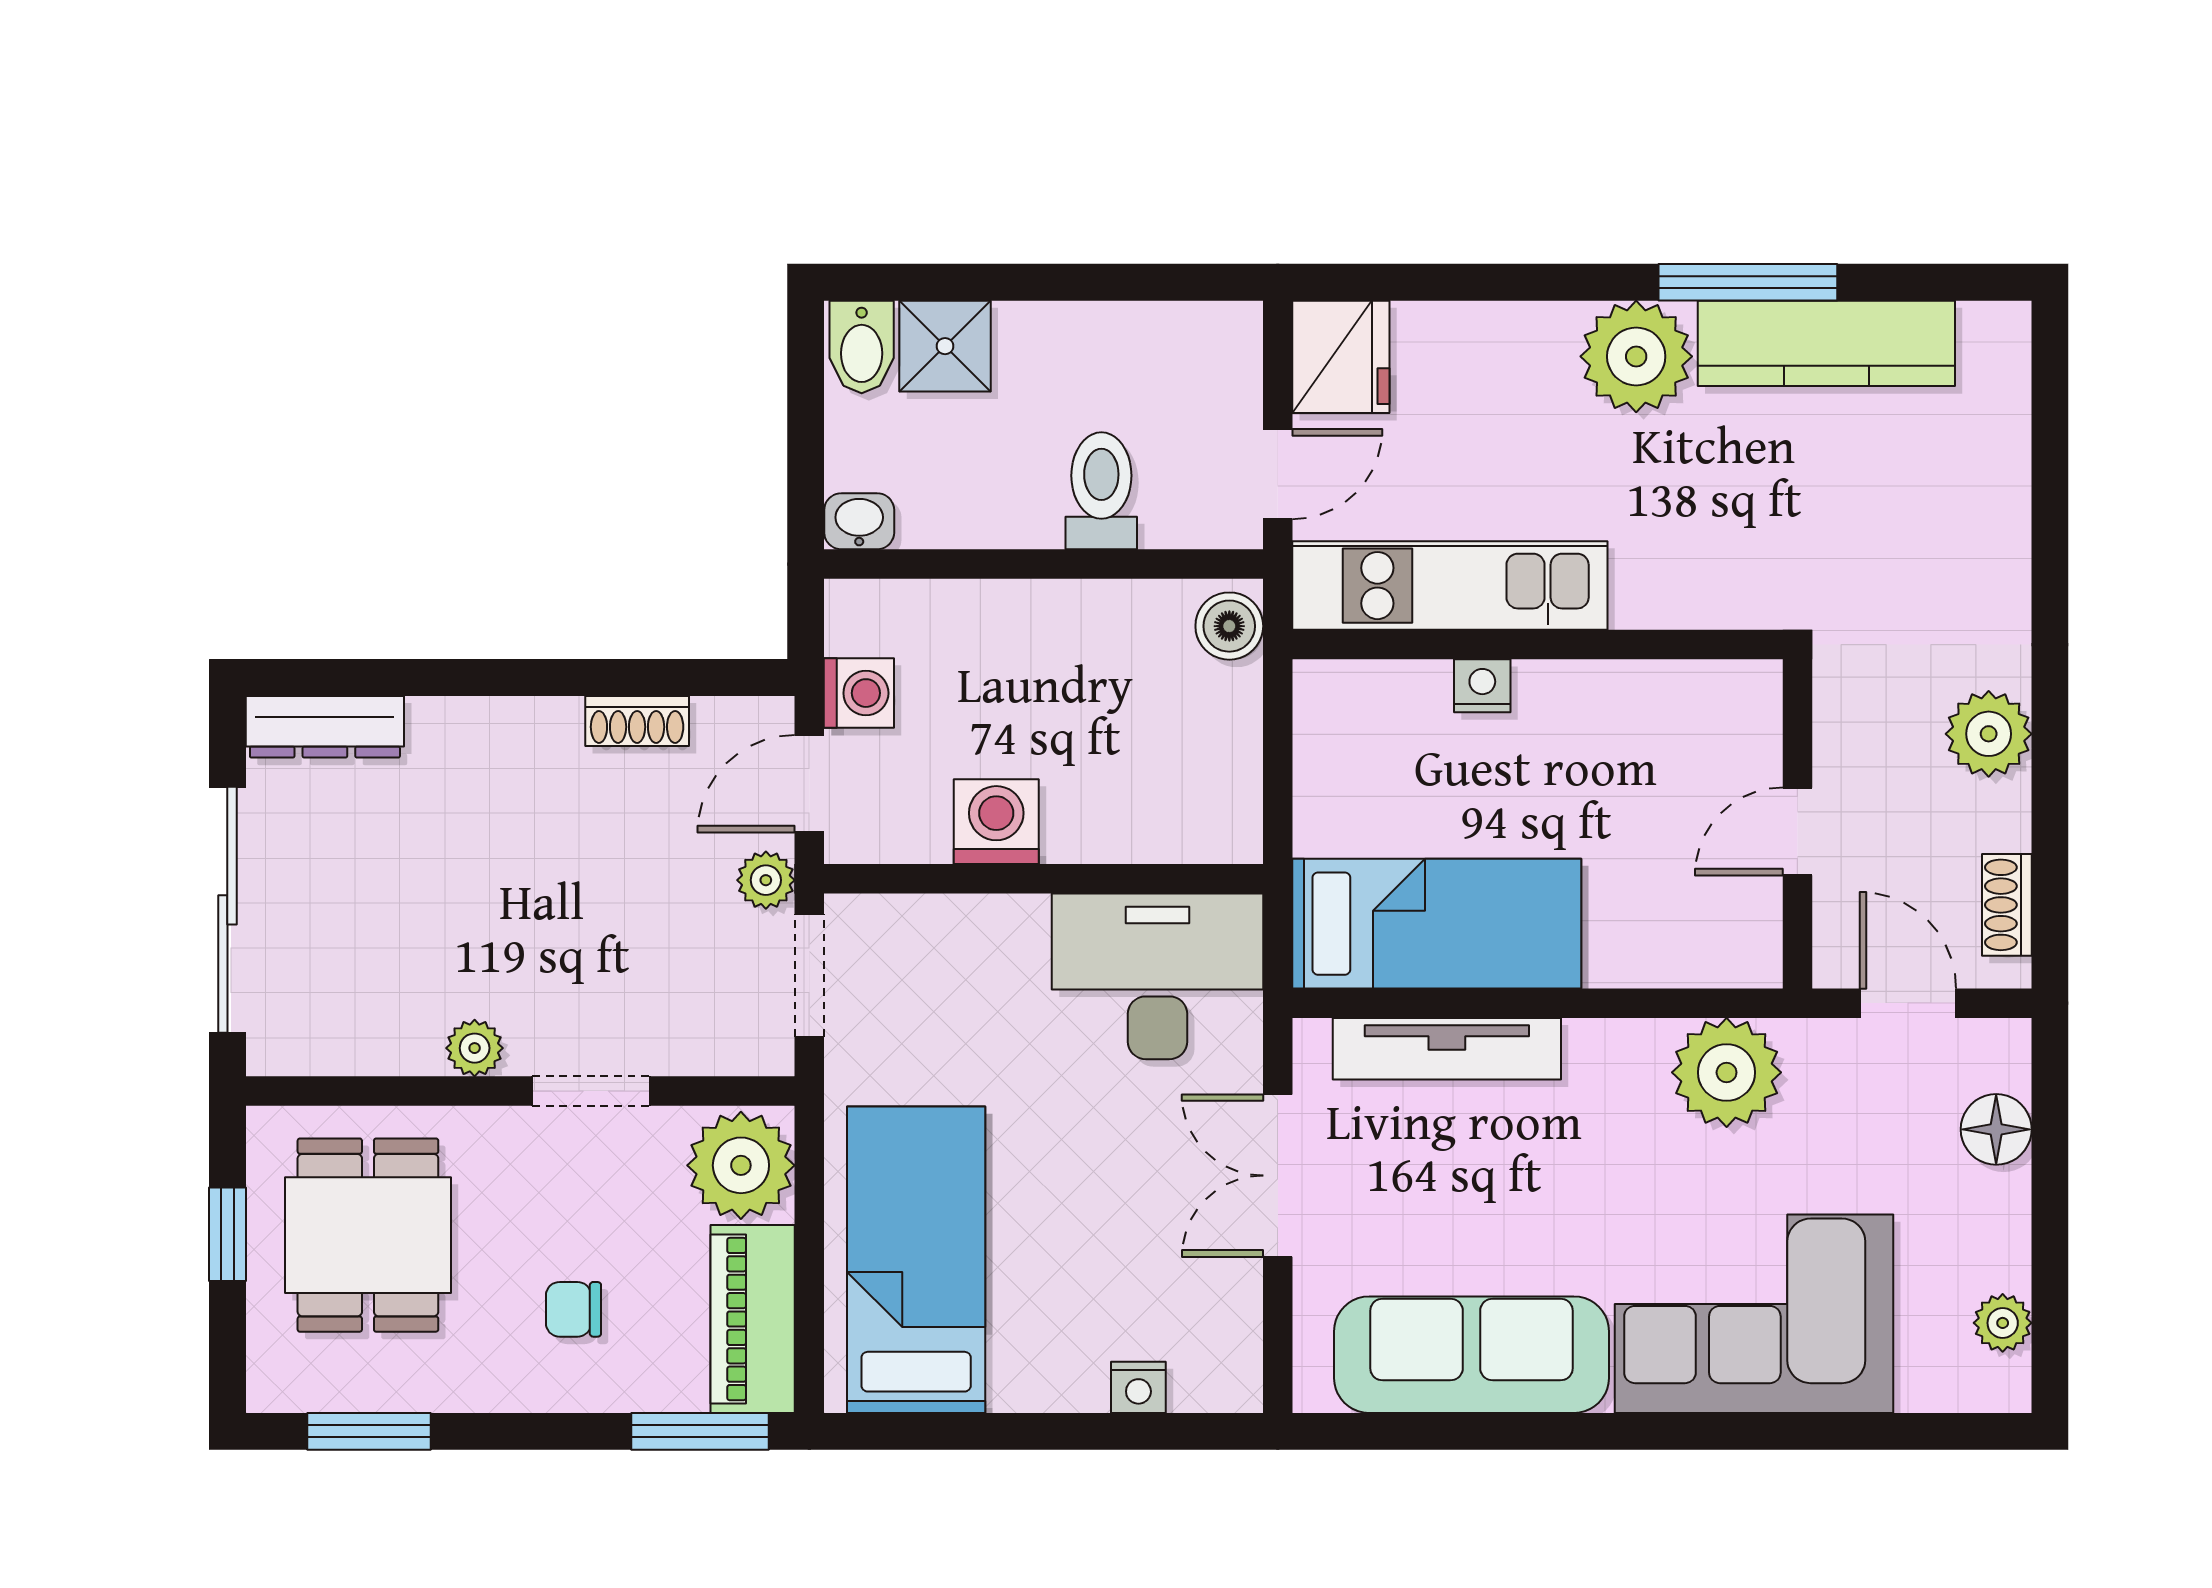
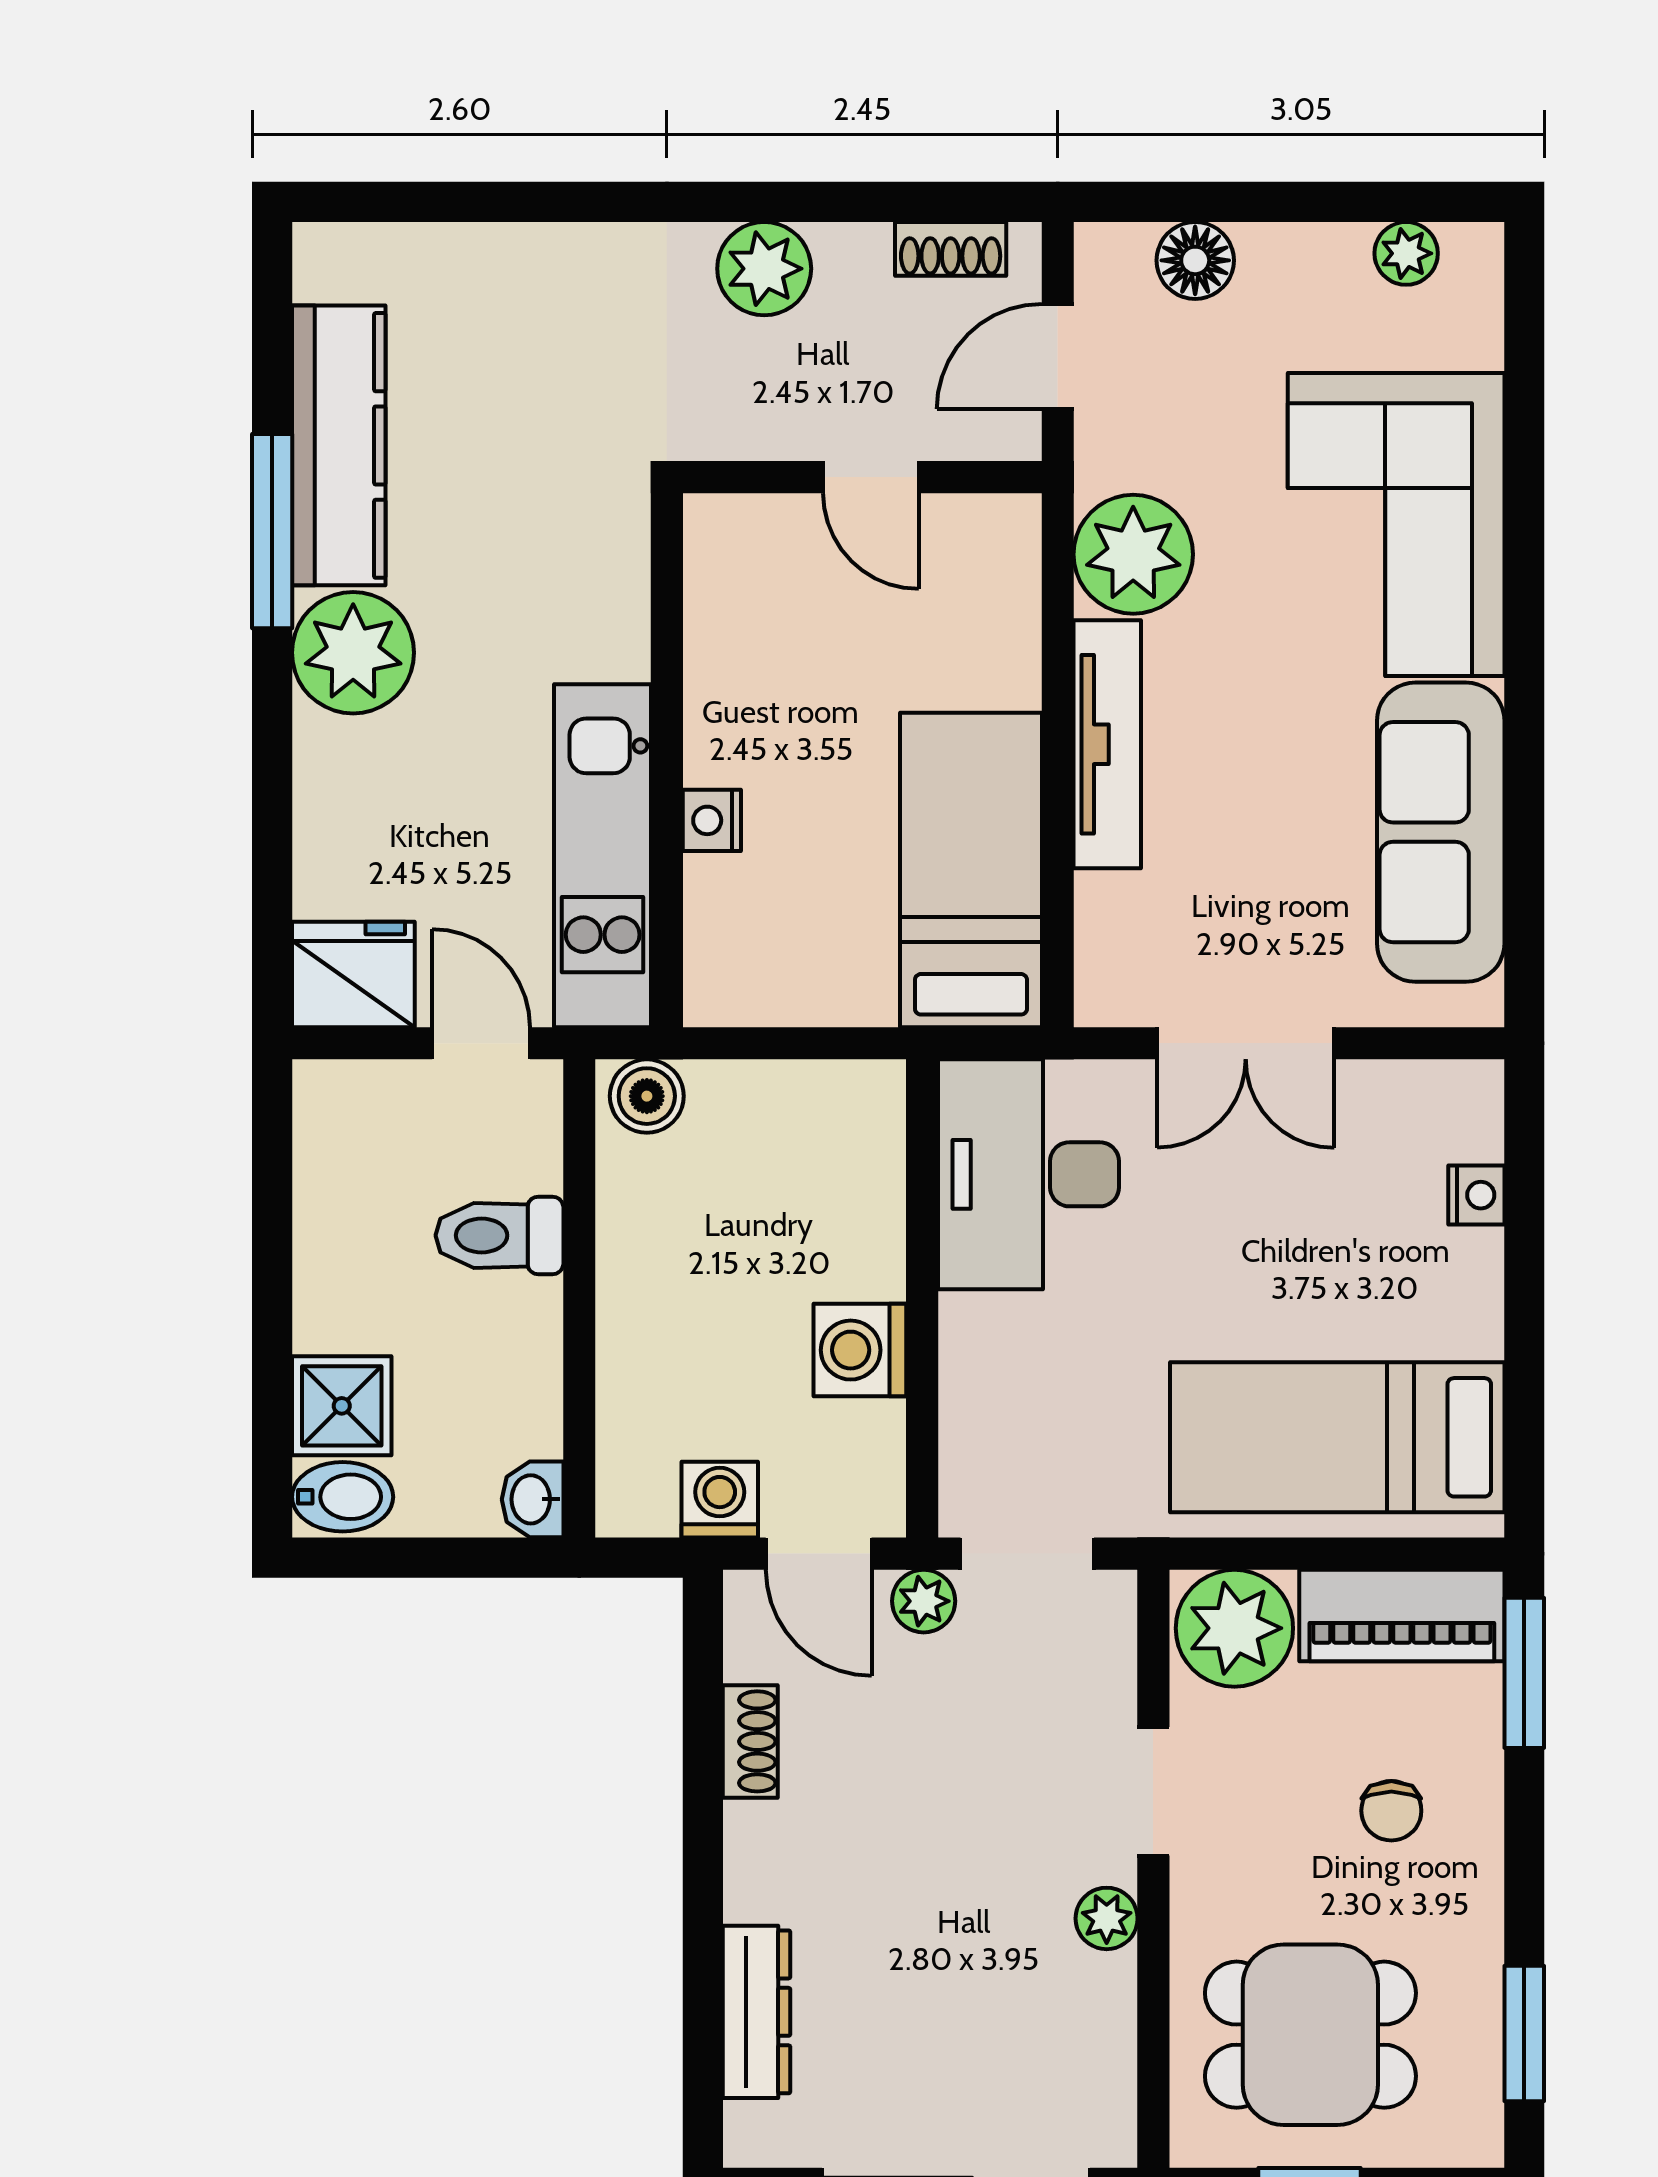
dresser: (325, 727) -> (756, 2012), moved
tv unit: (1447, 1049) -> (1107, 744), moved

